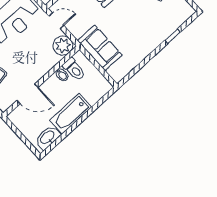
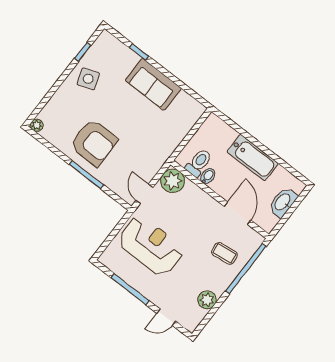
sofa: (100, 48) -> (153, 84), moved, turned -90
washbasin: (48, 138) -> (283, 202), moved, turned 90

